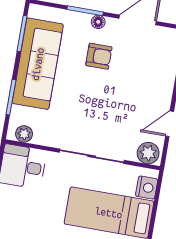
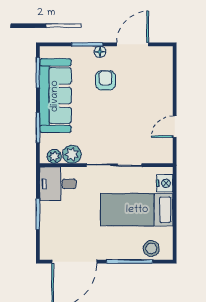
armchair: (99, 56) -> (106, 80), turned -90
plant: (148, 153) -> (72, 154), moved

